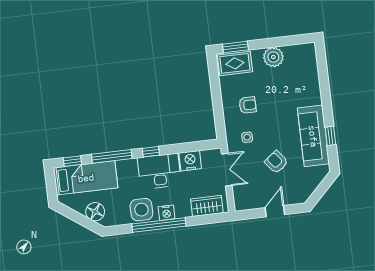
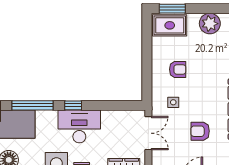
nightstand: (190, 161) -> (112, 119), removed
armchair: (276, 162) -> (200, 131), turned -52

